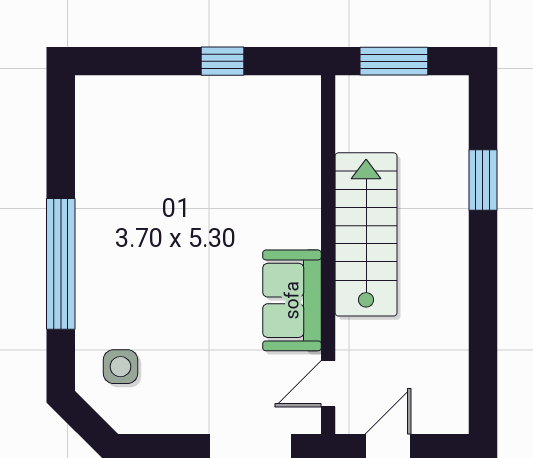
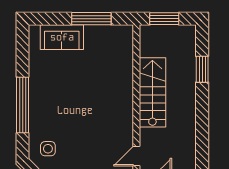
window: (222, 61) -> (91, 19), width x2.17
sofa: (292, 300) -> (62, 37), moved, turned -90

